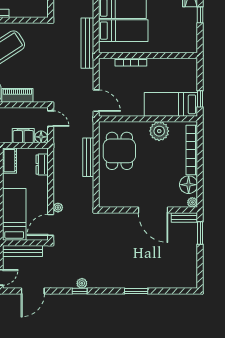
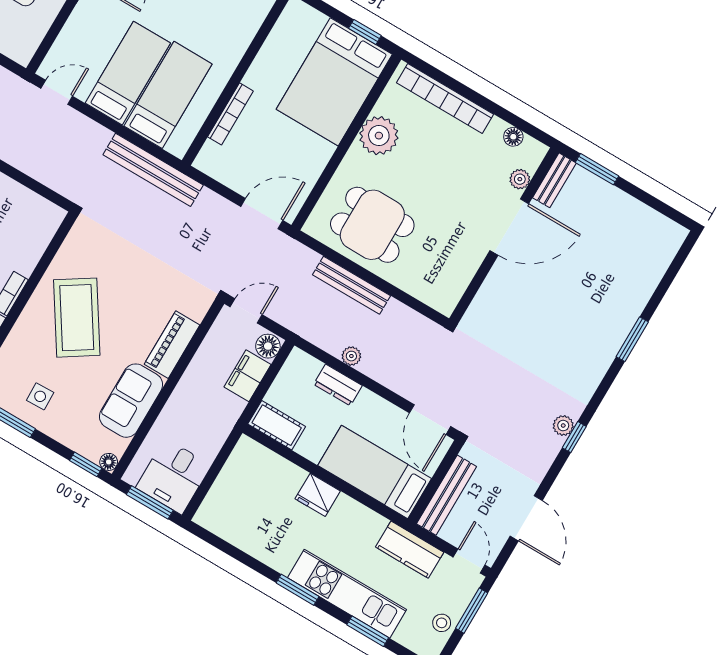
bed: (171, 104) -> (334, 82), width x1.50
dresser: (42, 165) -> (338, 385), moved
floor lamp: (189, 185) -> (513, 137), width x0.53, depth x0.53
plant: (192, 202) -> (520, 179), moved
plant: (58, 208) -> (351, 356), moved

